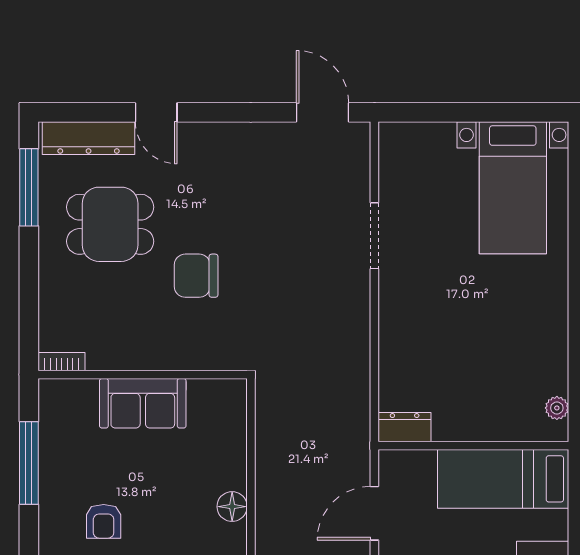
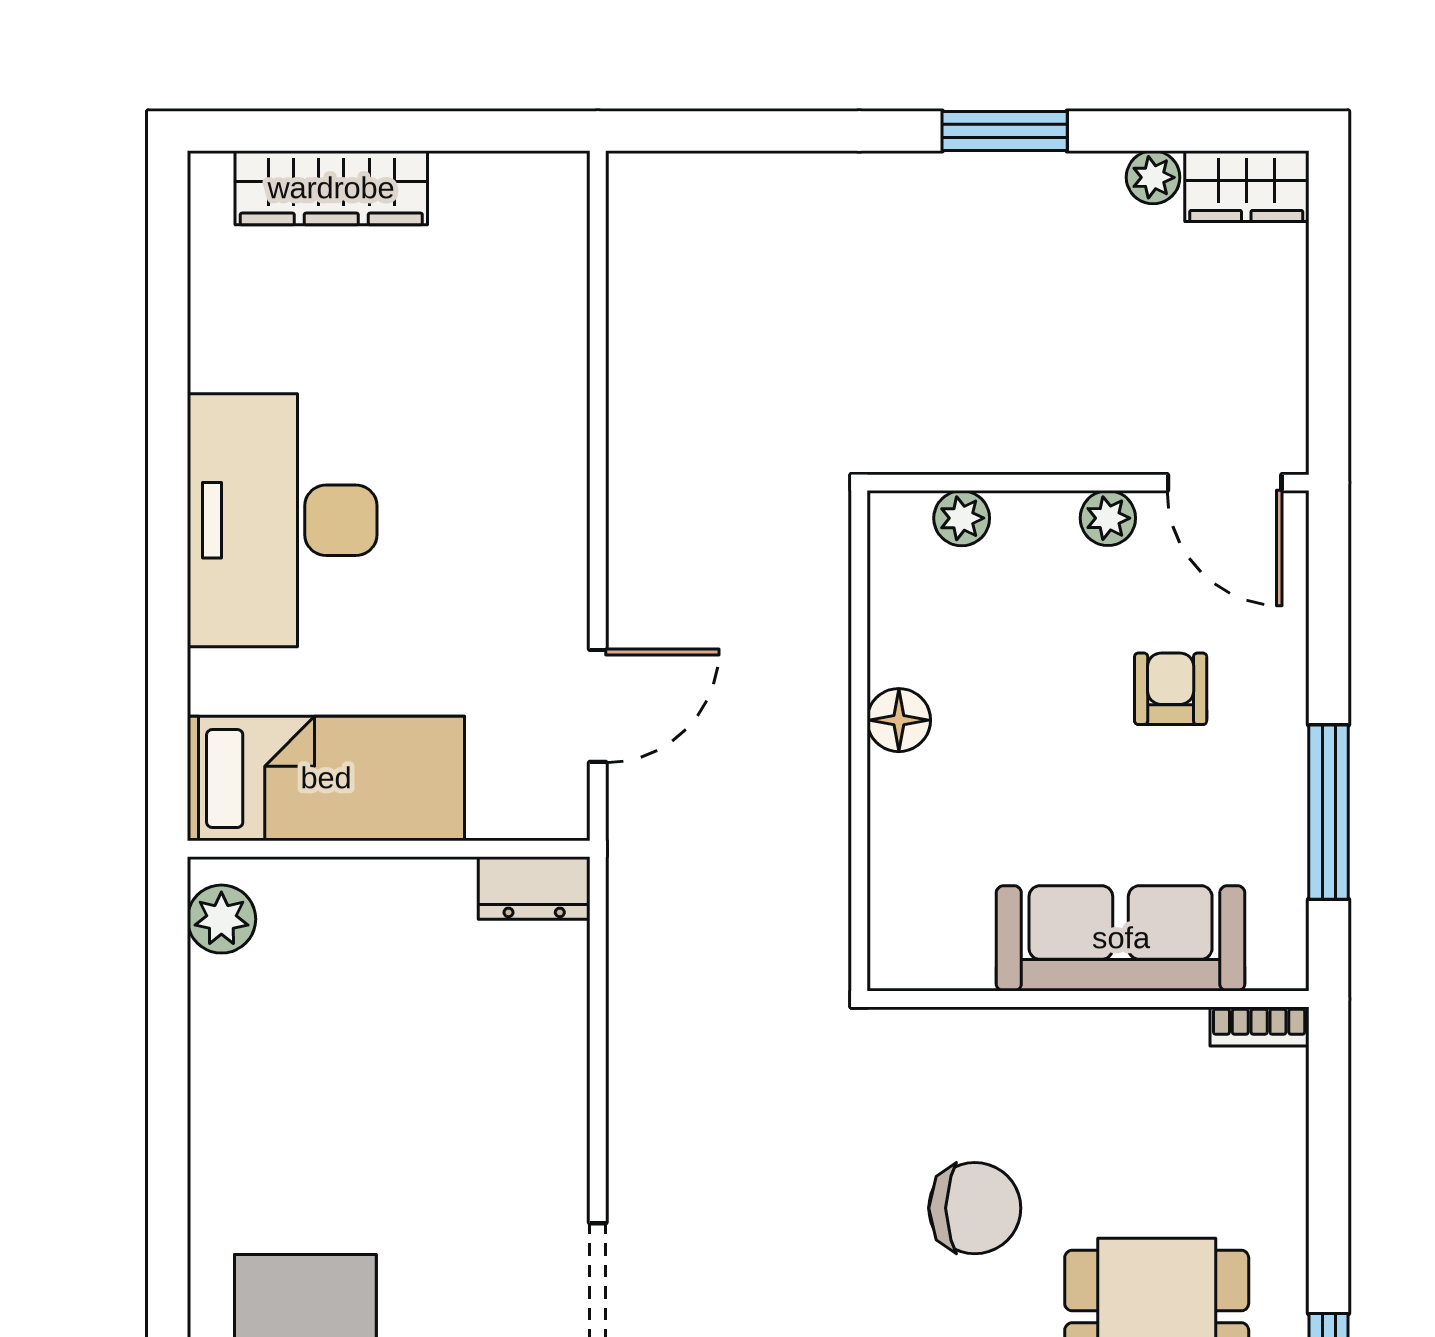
sofa: (143, 403) -> (1121, 938), width x1.36
plant: (557, 408) -> (221, 919), width x1.38, depth x1.38

